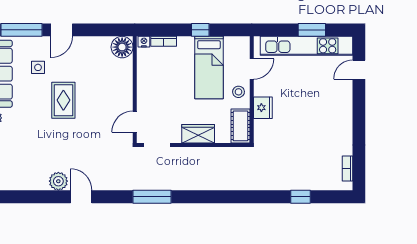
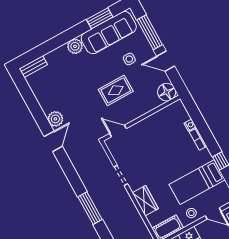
floor lamp: (122, 47) -> (167, 92), moved
wall: (135, 90) -> (141, 118), moved
door: (135, 122) -> (118, 131), moved
window: (152, 197) -> (90, 208), moved

